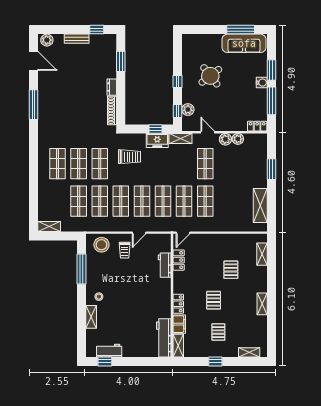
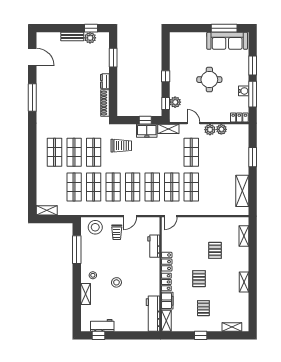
plant: (47, 40) -> (90, 38), moved
round table: (210, 76) -> (209, 80), moved, turned 38
water cooler: (262, 83) -> (244, 91), moved
locker: (179, 260) -> (167, 262), moved
stool: (124, 304) -> (116, 282), added

